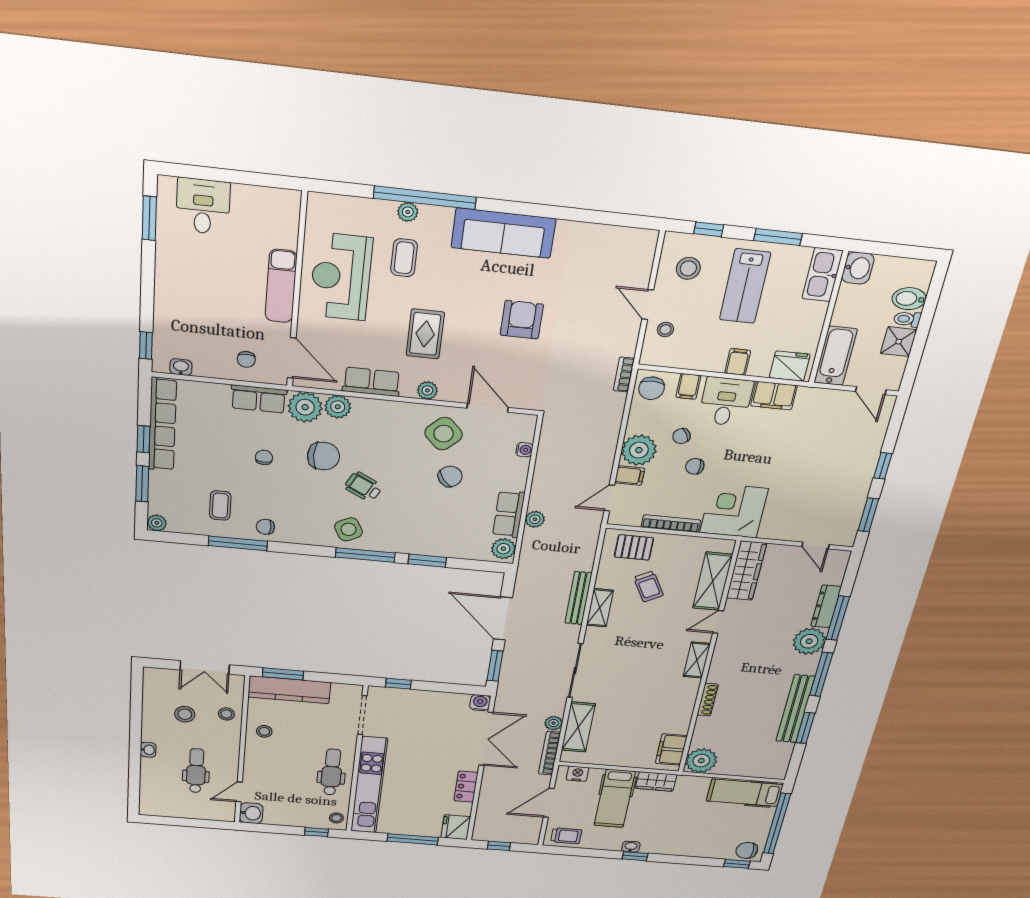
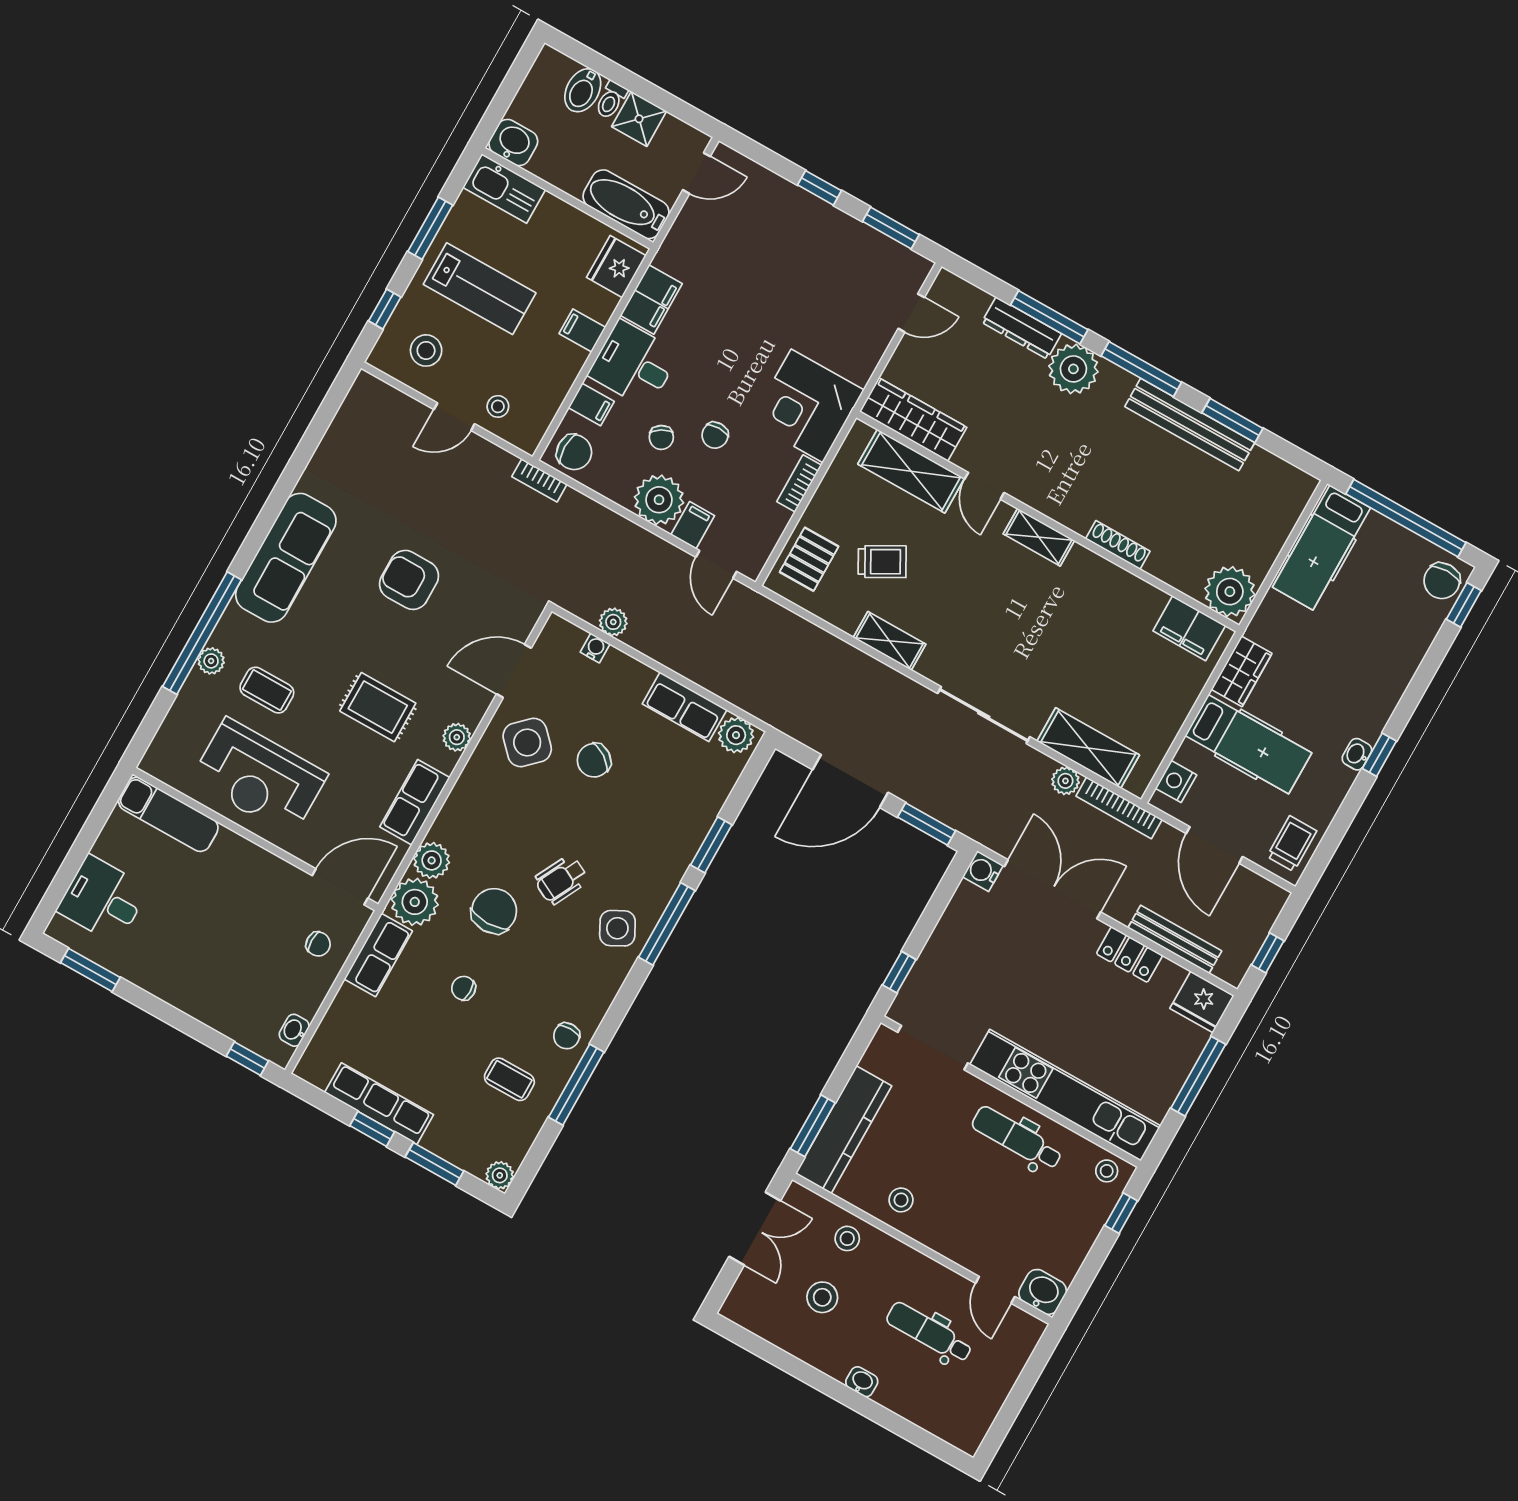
exam couch: (281, 286) -> (168, 814), moved
row of seats: (162, 425) -> (379, 1104), width x0.73
chair: (450, 476) -> (594, 760), turned -108
plant: (535, 519) -> (613, 622), moved
bookcase: (671, 524) -> (799, 483), width x0.64
bench: (578, 598) -> (1175, 939), moved

